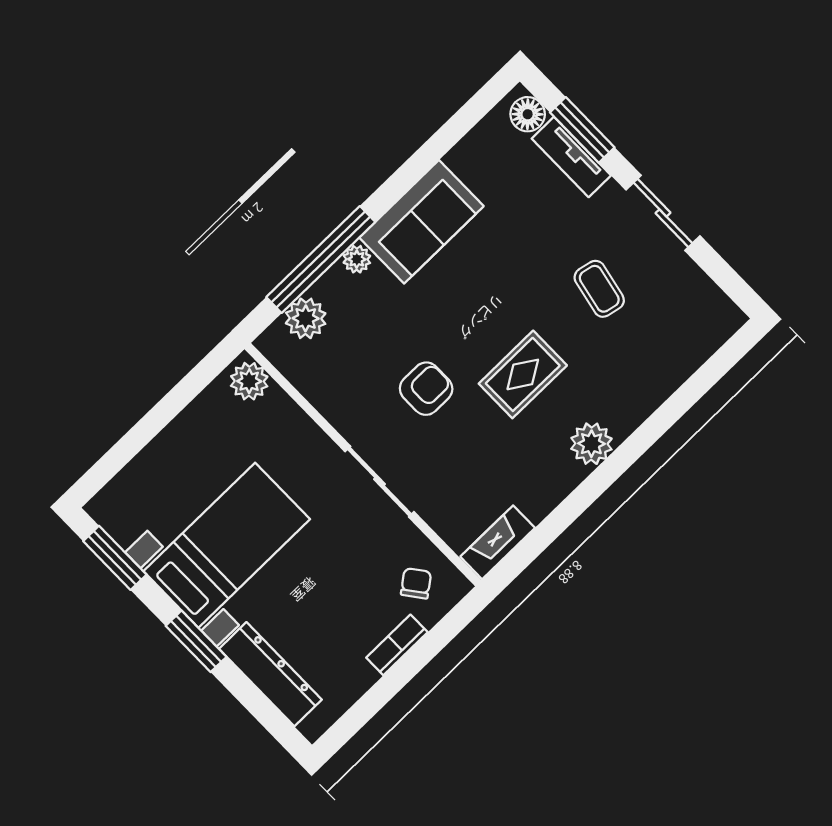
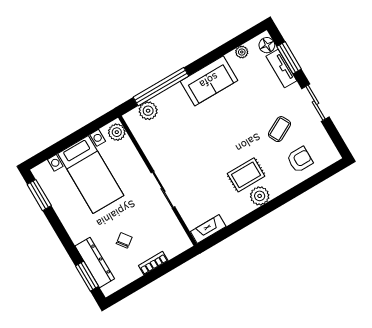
plant: (357, 259) -> (242, 52), moved
coffee table: (599, 289) -> (280, 129), turned 50
rug: (523, 374) -> (246, 175), moved
armchair: (426, 389) -> (300, 160), moved
bed with nightstands: (227, 545) -> (91, 174), moved, turned 90
chair: (416, 583) -> (124, 240), moved
window: (196, 641) -> (87, 276), moved

